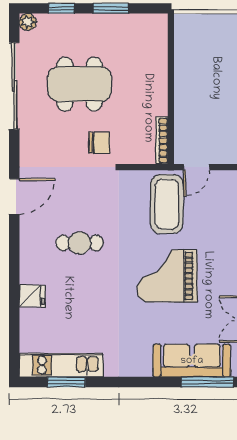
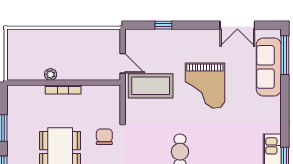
plant: (182, 71) -> (51, 74), added
bookcase: (162, 141) -> (63, 90), moved

